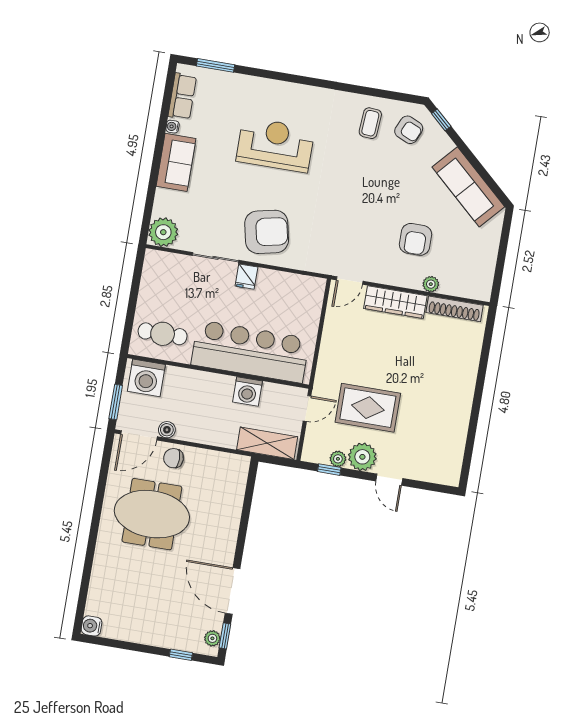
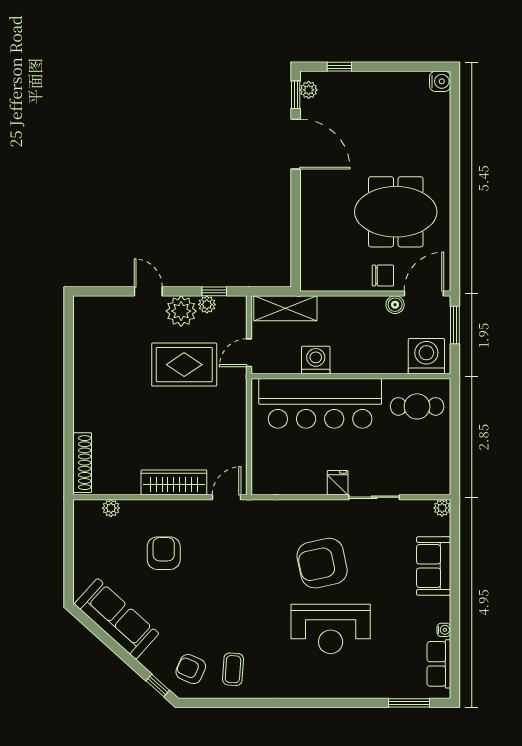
sofa: (176, 162) -> (434, 566), moved
plant: (163, 232) -> (442, 508), width x0.53, depth x0.53
armchair: (267, 232) -> (322, 563), moved
plant: (431, 284) -> (111, 508), moved
shoe rack: (454, 309) -> (82, 463), moved, turned 90

